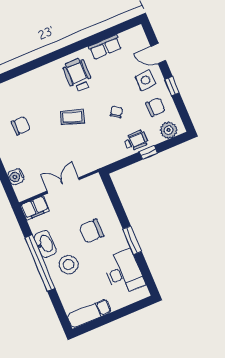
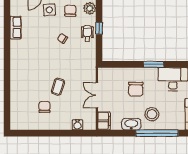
wheelchair: (78, 75) -> (27, 54), removed
coffee table: (72, 117) -> (58, 87), moved
window: (40, 263) -> (157, 133), moved

